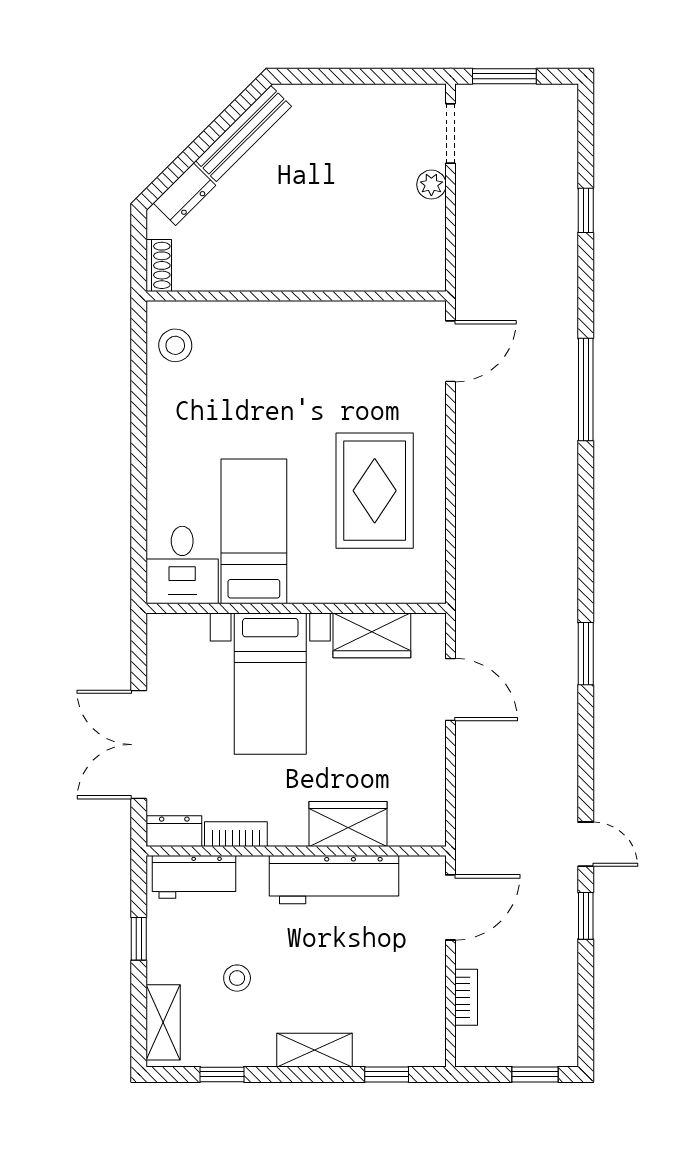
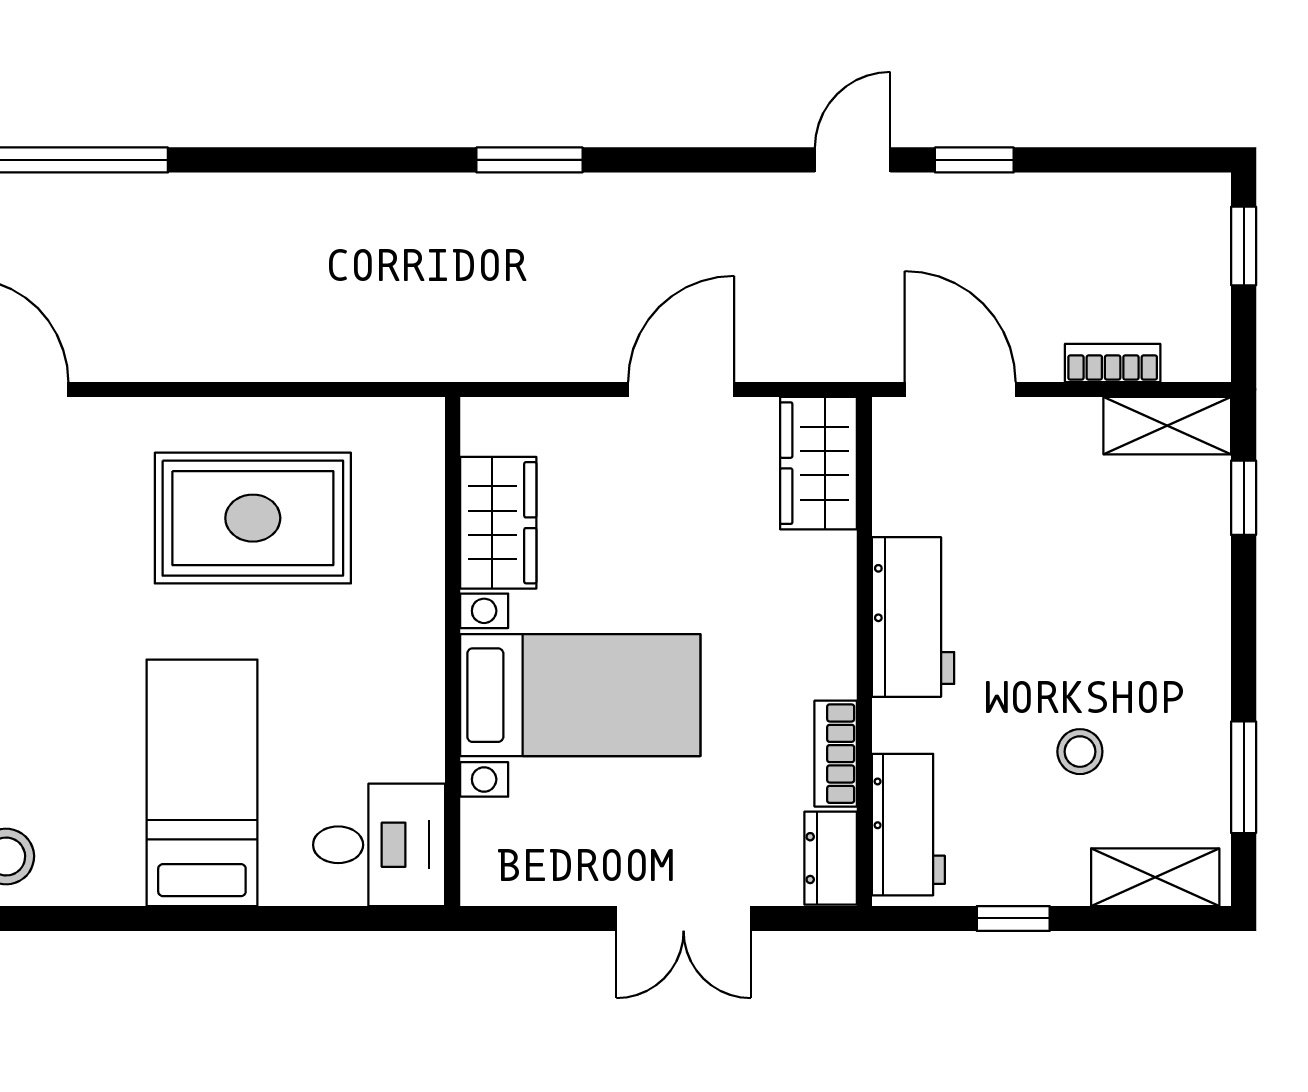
bed: (254, 531) -> (202, 783), moved, turned 90
door: (450, 689) -> (681, 389), moved
double door: (139, 745) -> (684, 918), width x0.73
wardrobe: (348, 824) -> (818, 463), moved
workbench: (334, 880) -> (913, 617), width x0.73
shelving: (315, 1050) -> (1167, 426), moved, turned 90
window: (222, 1074) -> (1244, 777), width x1.50

